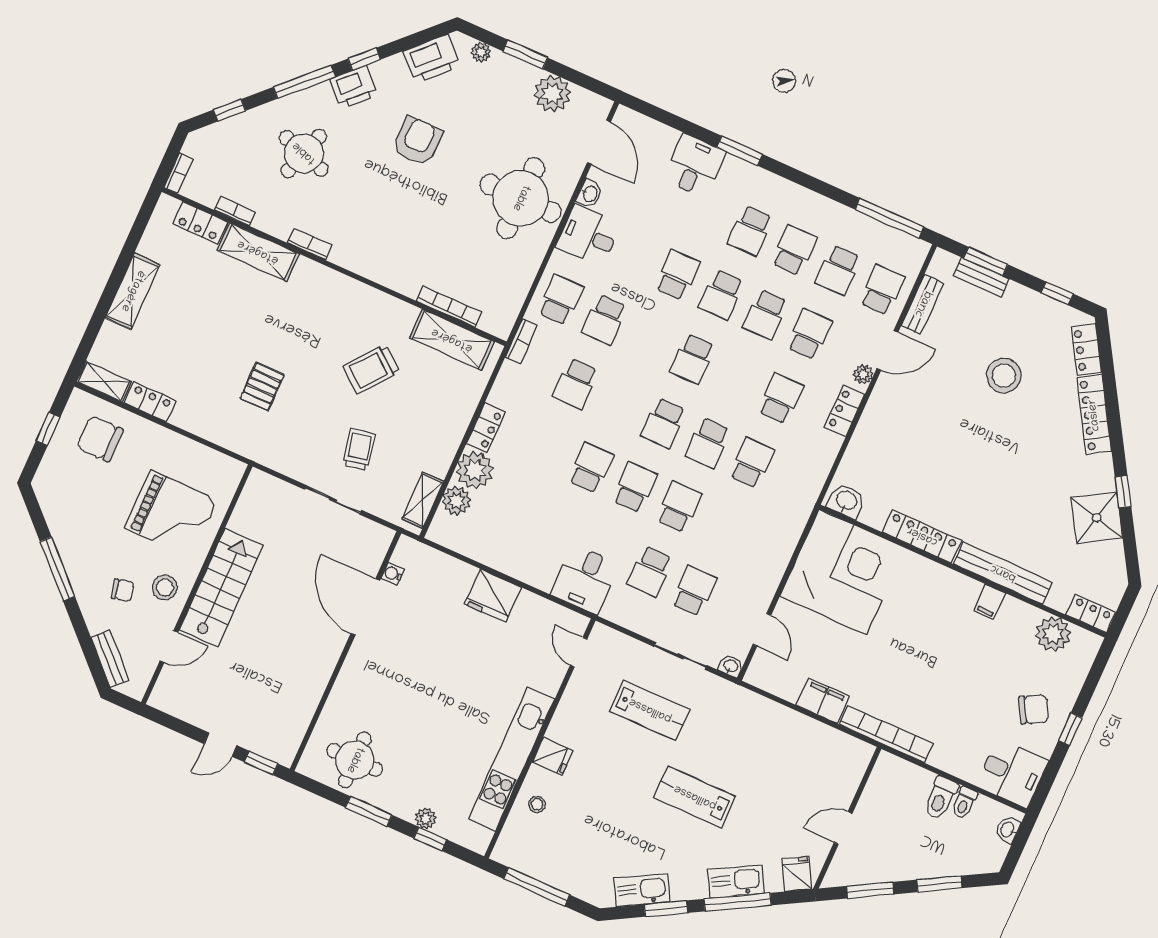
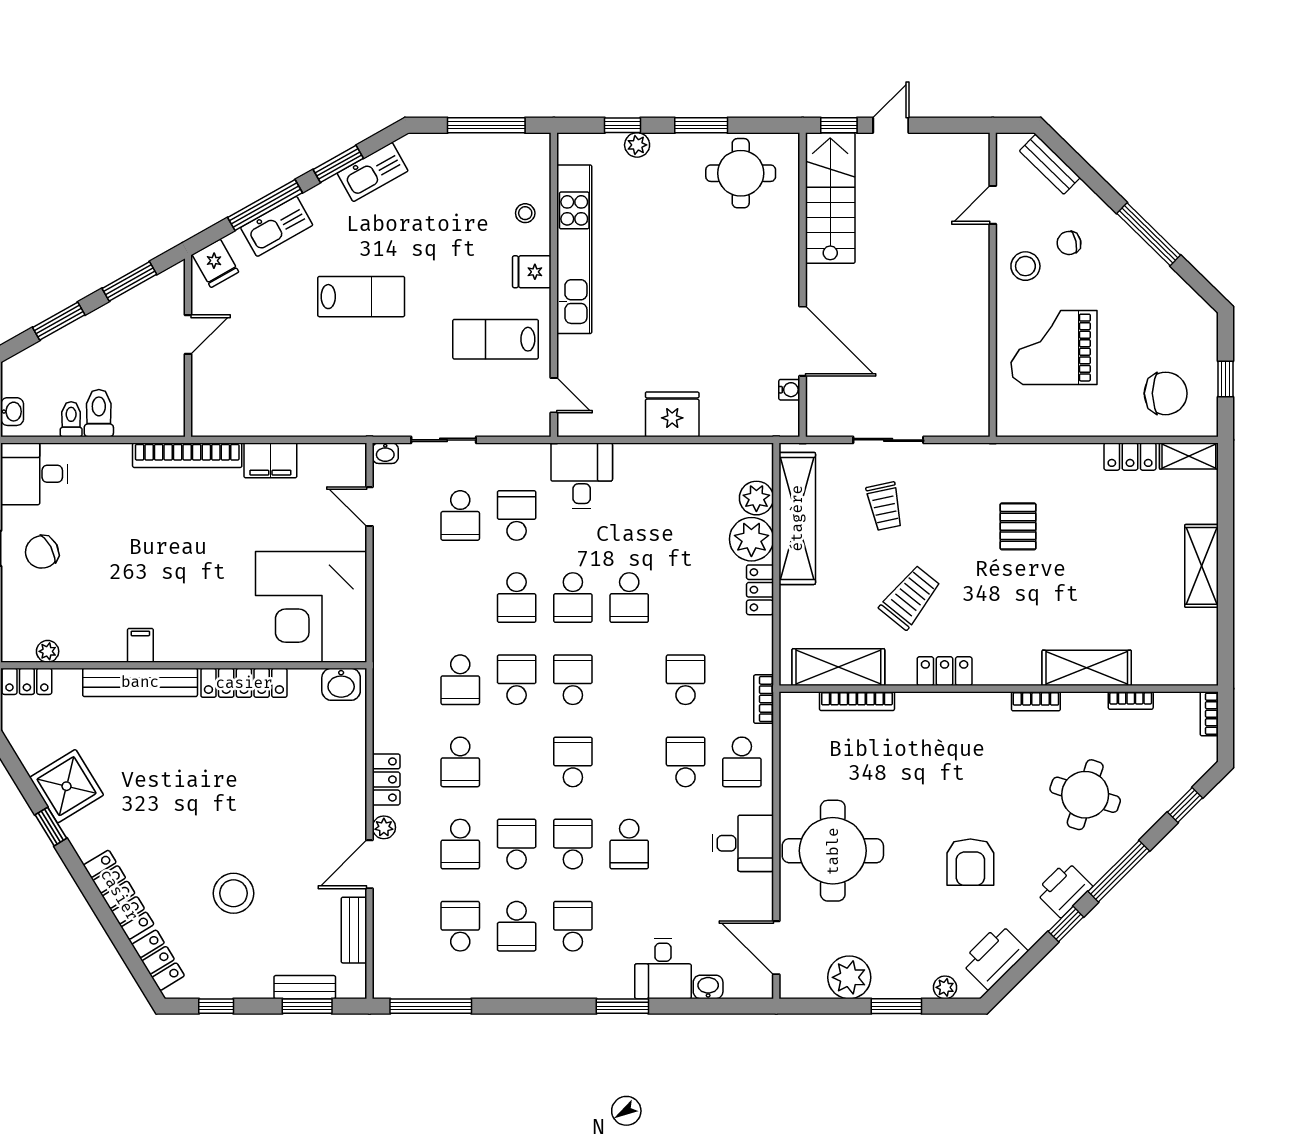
washbasin: (590, 194) -> (708, 987), moved, turned 90
locker: (200, 223) -> (945, 671), moved
school desk: (882, 290) -> (404, 926), removed
shelving: (423, 500) -> (797, 518), width x2.20, depth x1.33
stairs: (221, 588) -> (830, 198), moved, turned 180
plant: (1053, 634) -> (48, 651), width x0.53, depth x0.53
lab bench: (650, 710) -> (496, 339), moved

